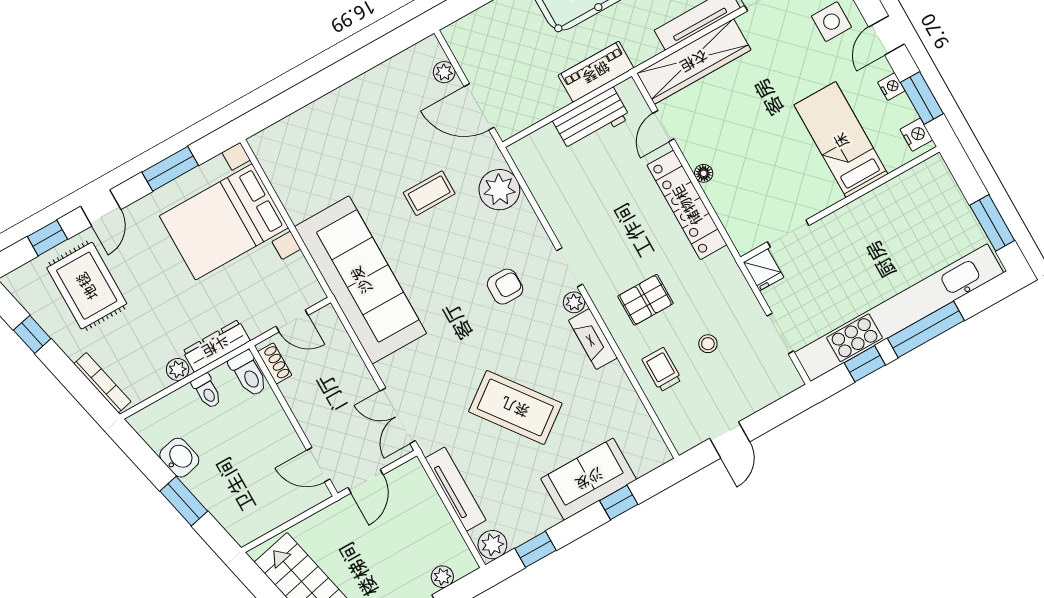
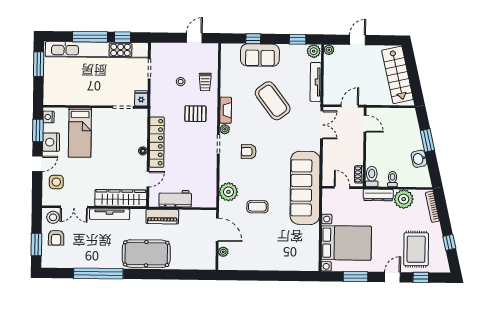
nightstand: (891, 87) -> (51, 142), width x1.89, depth x1.79
plant: (178, 369) -> (404, 199), width x1.88, depth x1.88
plant: (442, 577) -> (329, 50), moved

